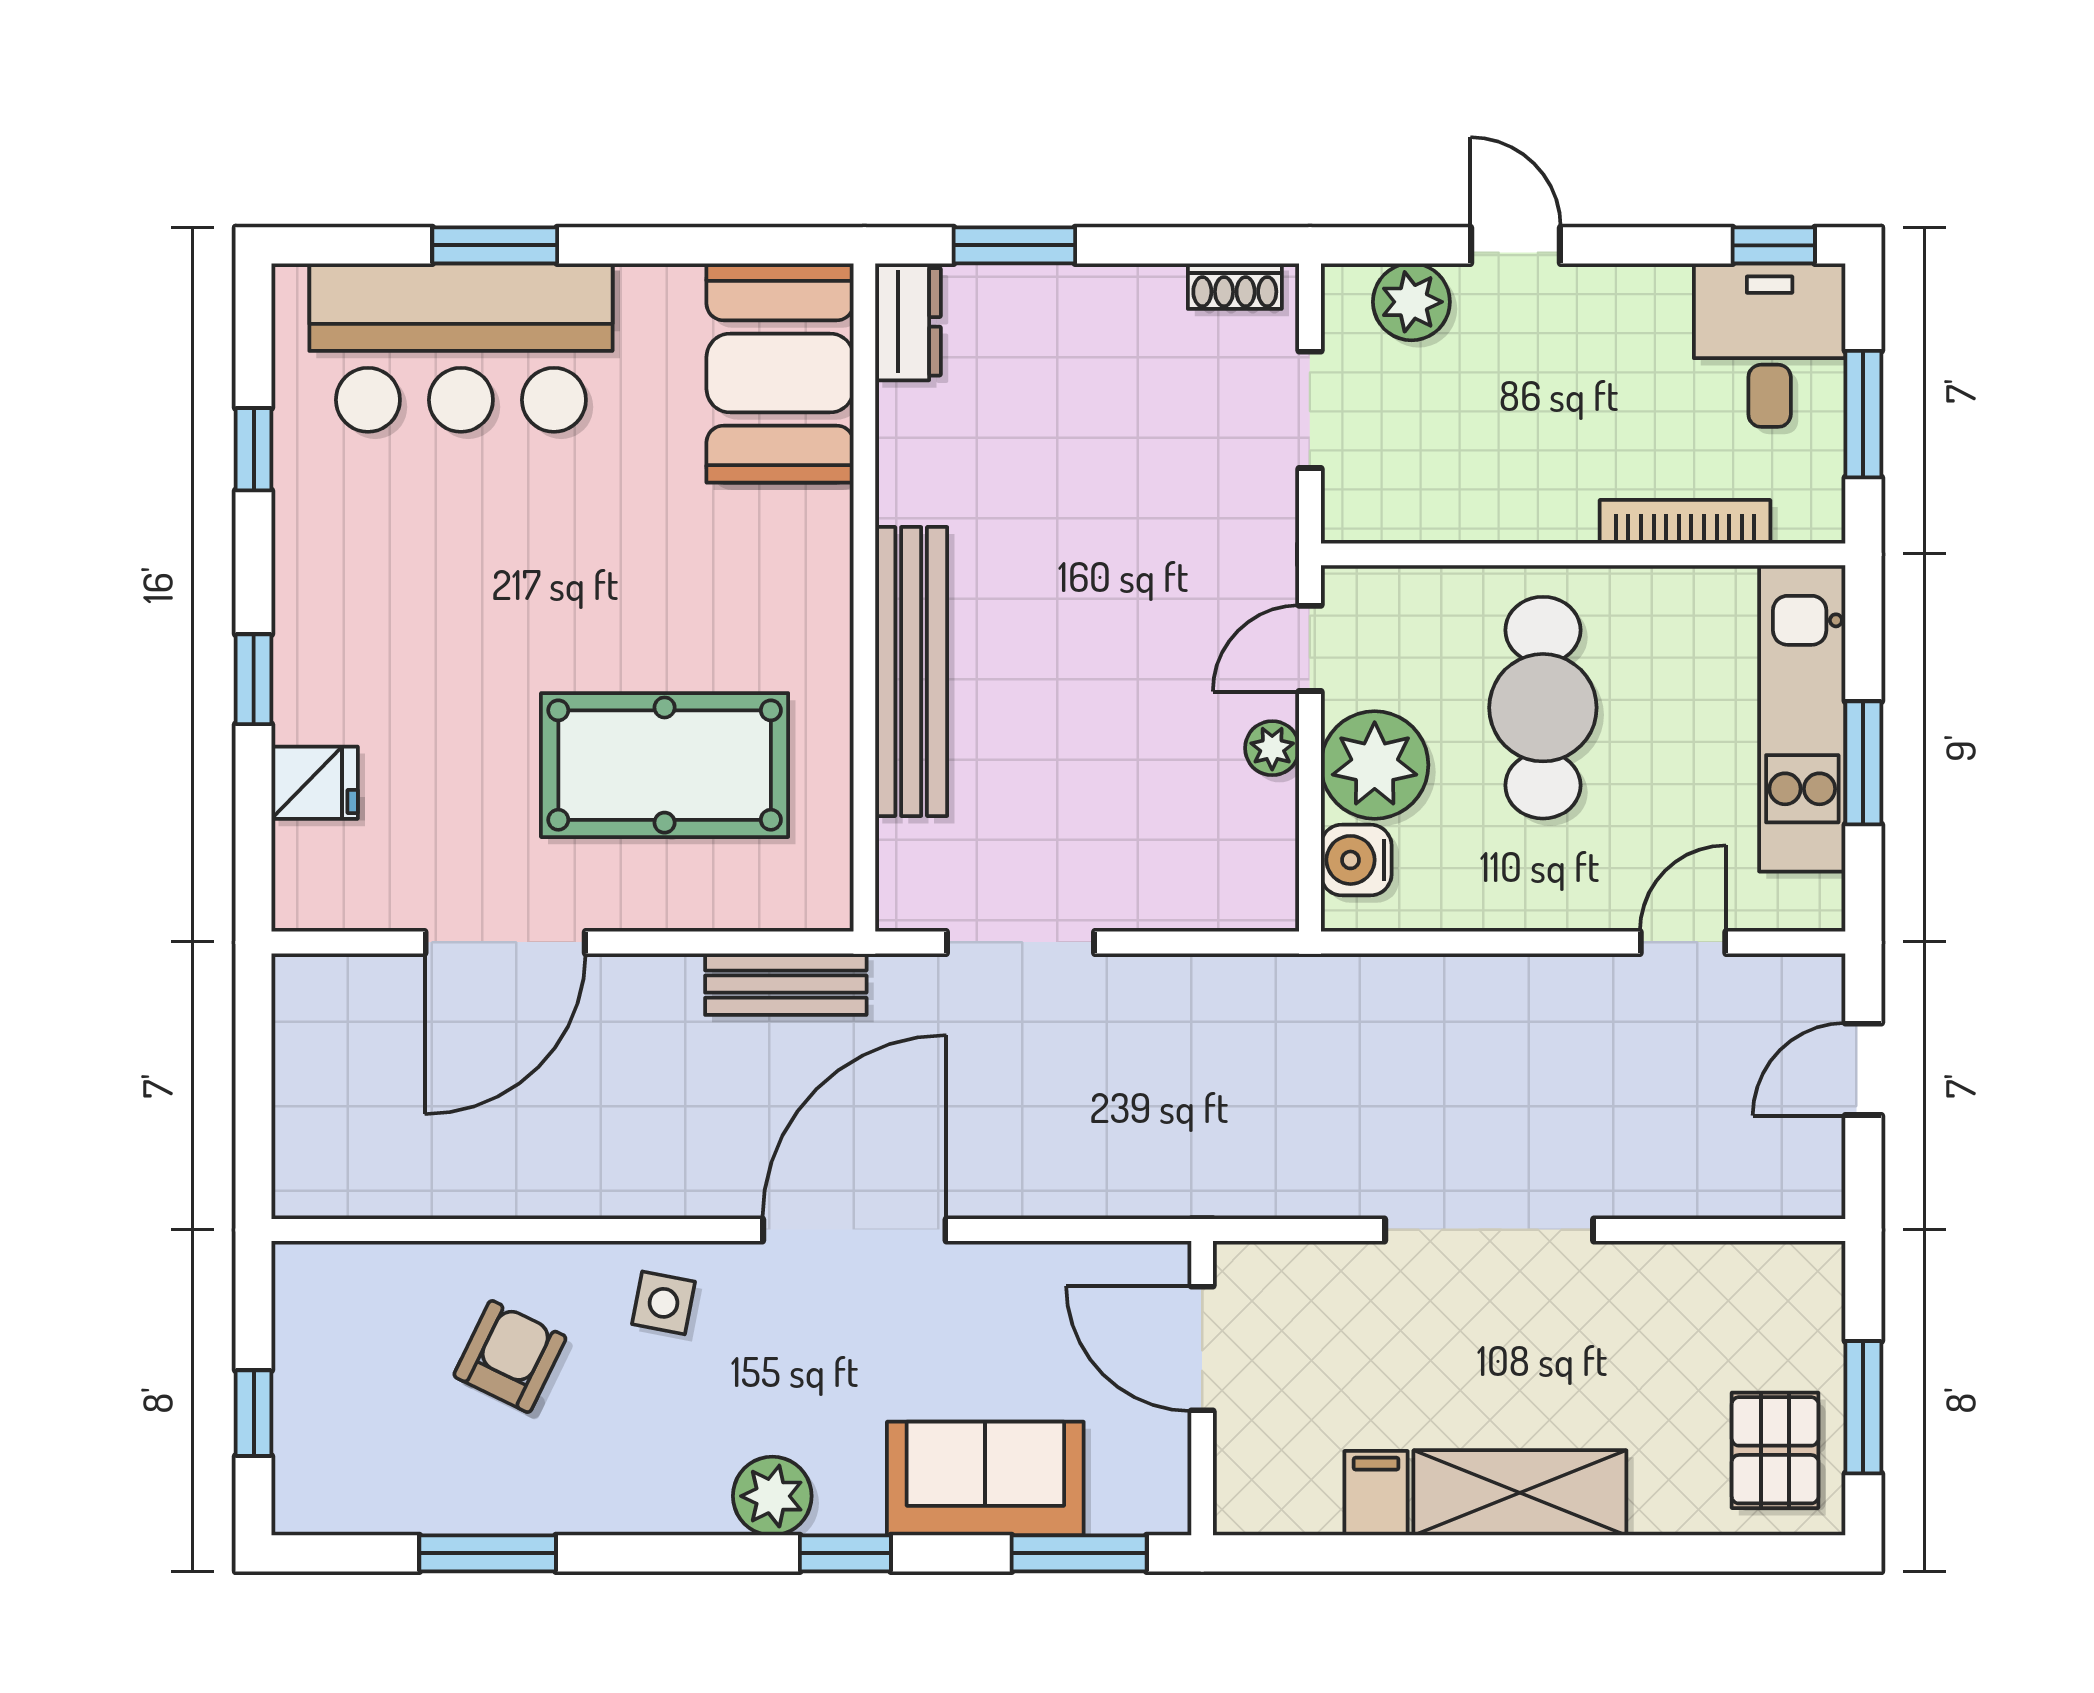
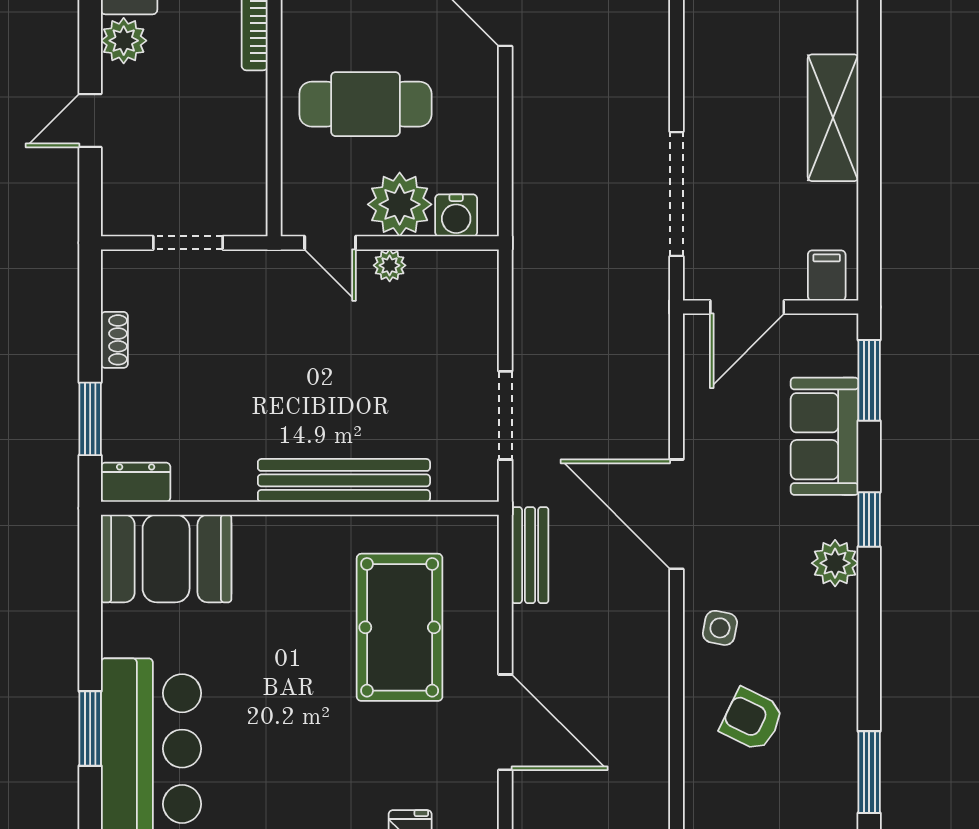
shoe rack: (1235, 286) -> (114, 340), moved
plant: (1411, 302) -> (124, 41), moved
doorway: (1489, 1230) -> (677, 194), moved
filing cabinet: (1376, 1493) -> (827, 275), moved, turned 90
window: (488, 1553) -> (869, 772), moved

